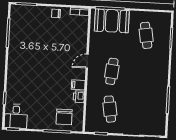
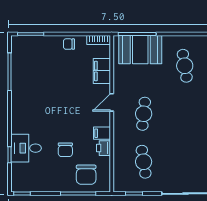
filing cabinet: (81, 36) -> (102, 71), added
chair: (49, 96) -> (65, 150), added
desk: (16, 116) -> (26, 148), moved, turned 90

